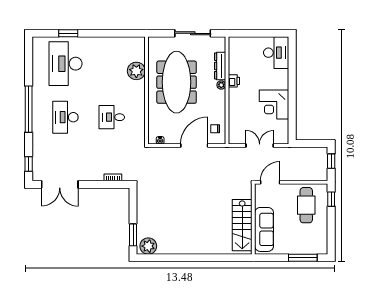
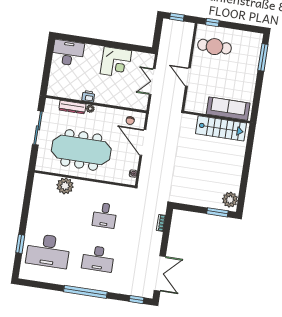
wall: (253, 219) -> (217, 117), moved
stairs: (242, 225) -> (221, 128), moved
sofa: (264, 229) -> (228, 109), moved

